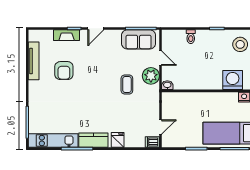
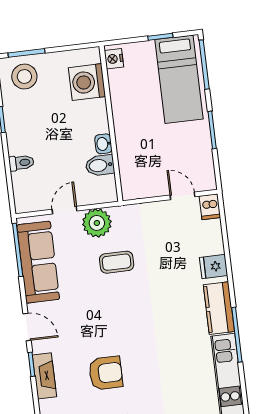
sofa: (139, 39) -> (38, 262), width x1.36
bidet: (184, 82) -> (100, 165), added
washbasin: (167, 85) -> (103, 144), moved

